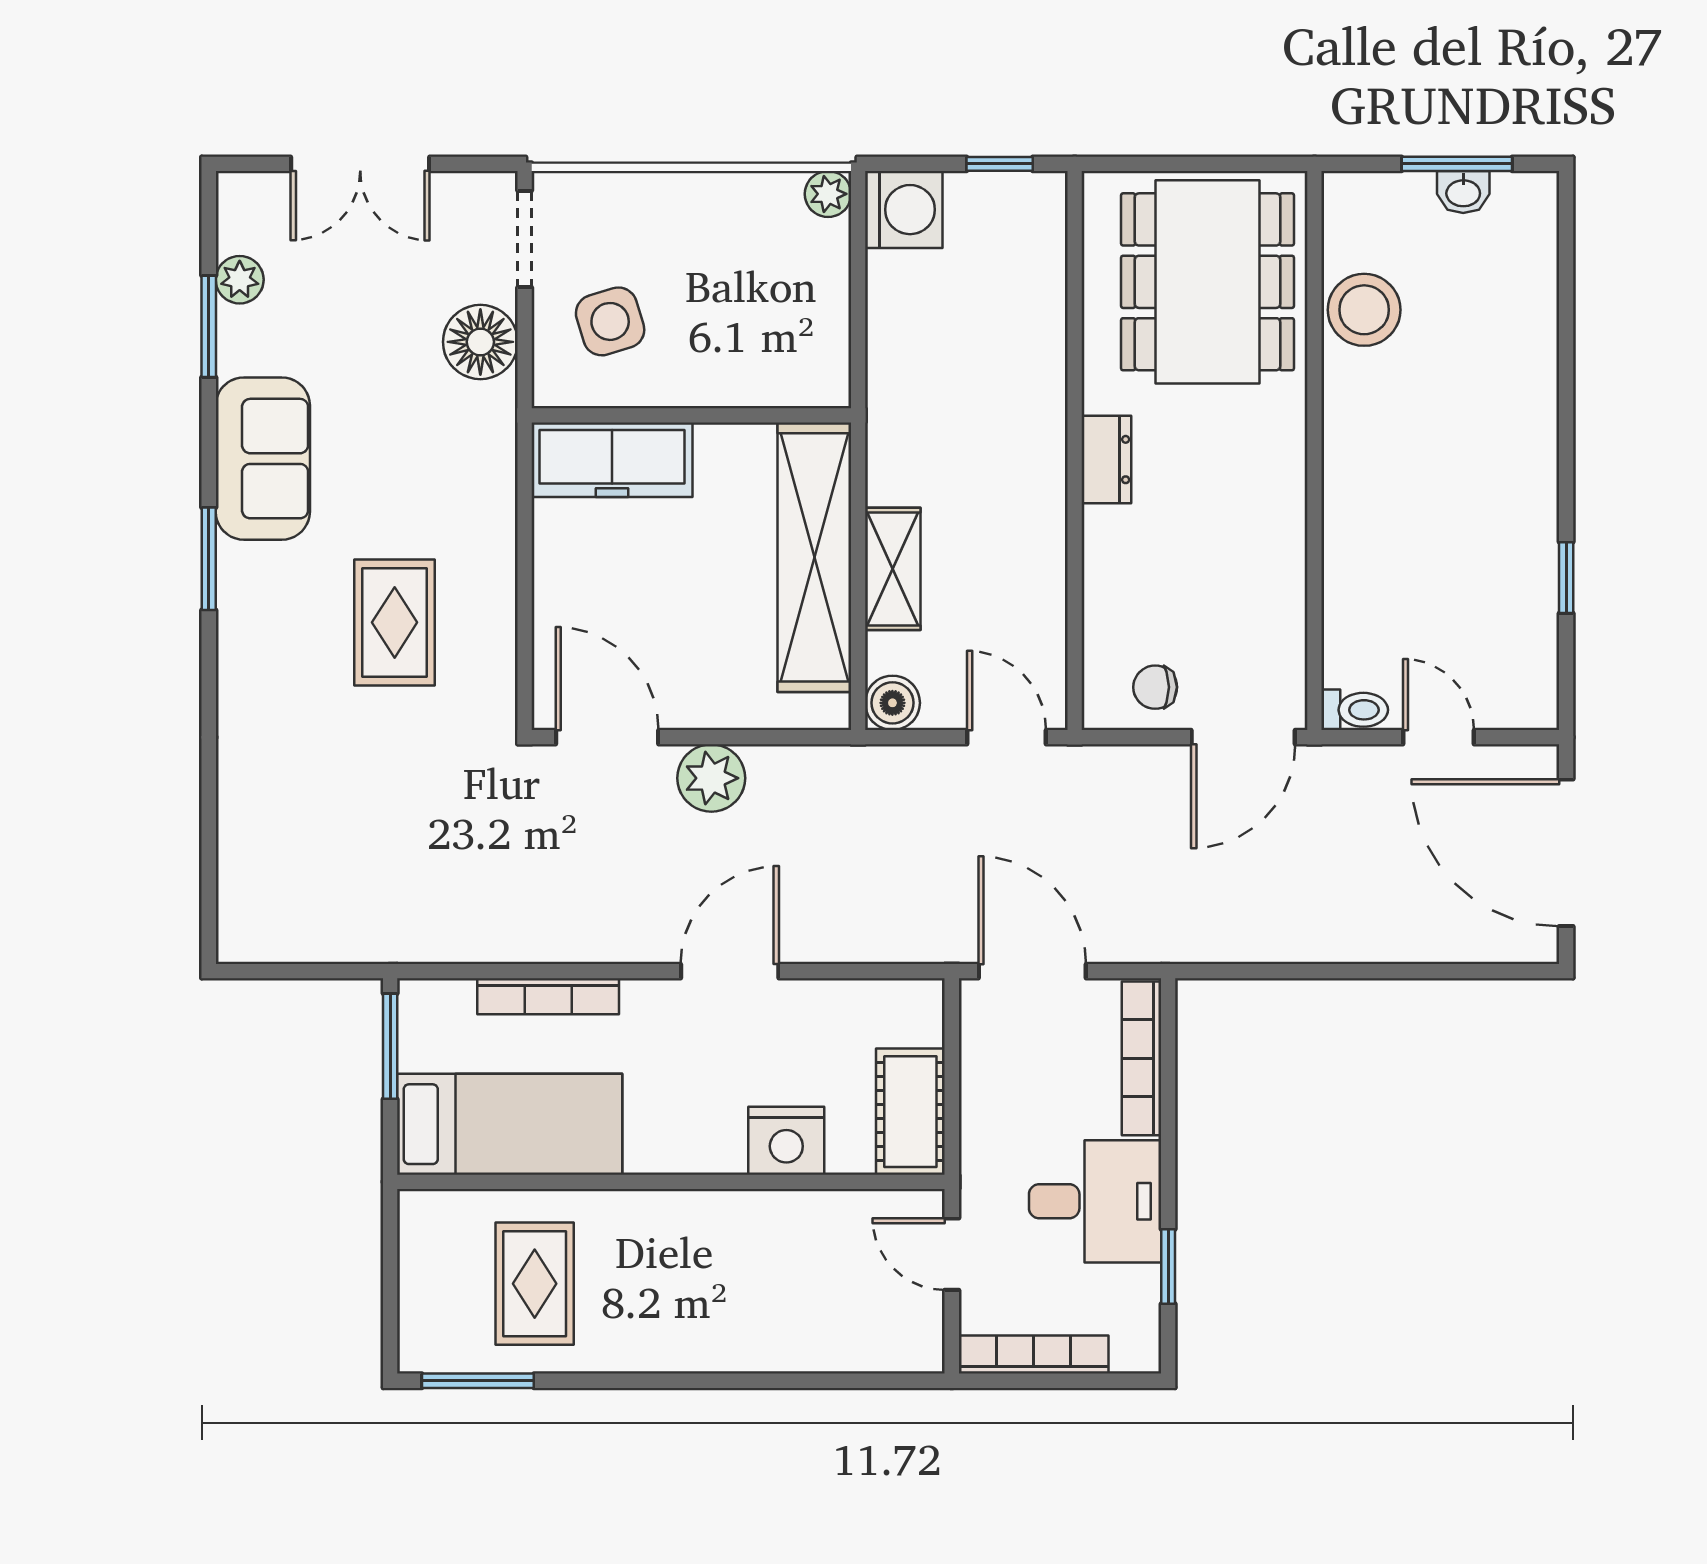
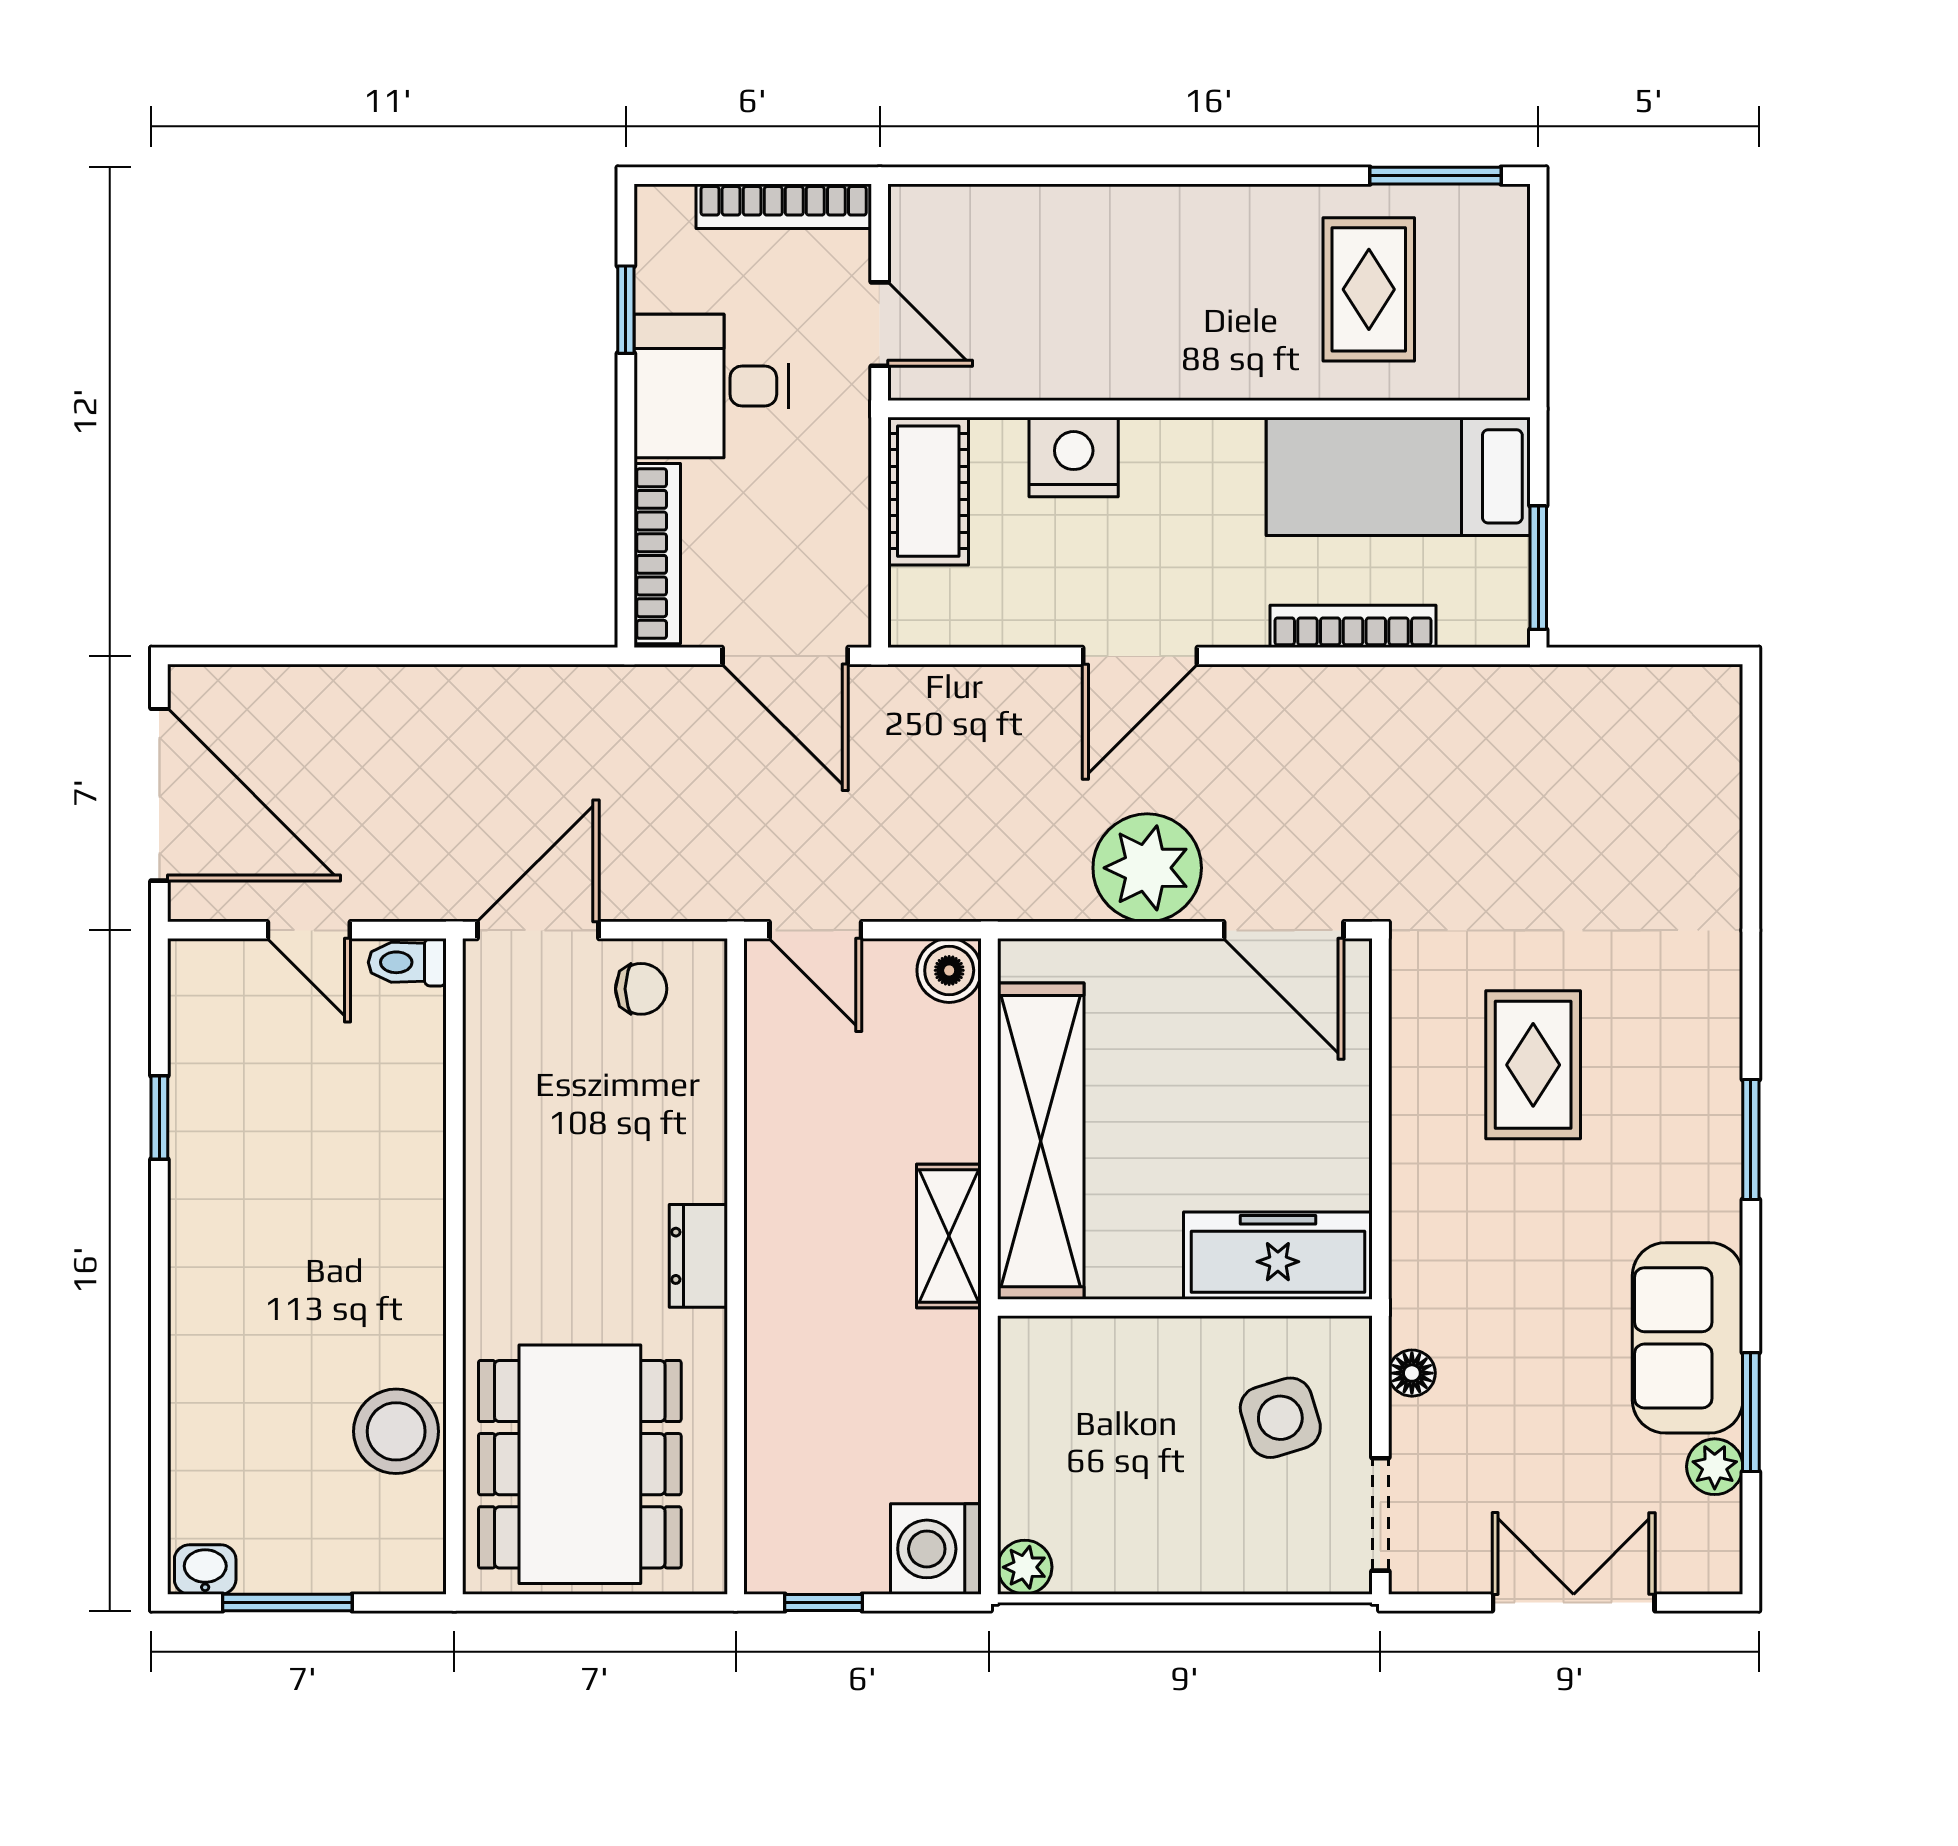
washbasin: (1463, 192) -> (205, 1569), moved
floor lamp: (480, 342) -> (1412, 1373), width x0.53, depth x0.53
sofa: (263, 459) -> (1688, 1338), moved
shelving: (893, 569) -> (949, 1236), moved
plant: (711, 778) -> (1147, 868), width x1.36, depth x1.36

